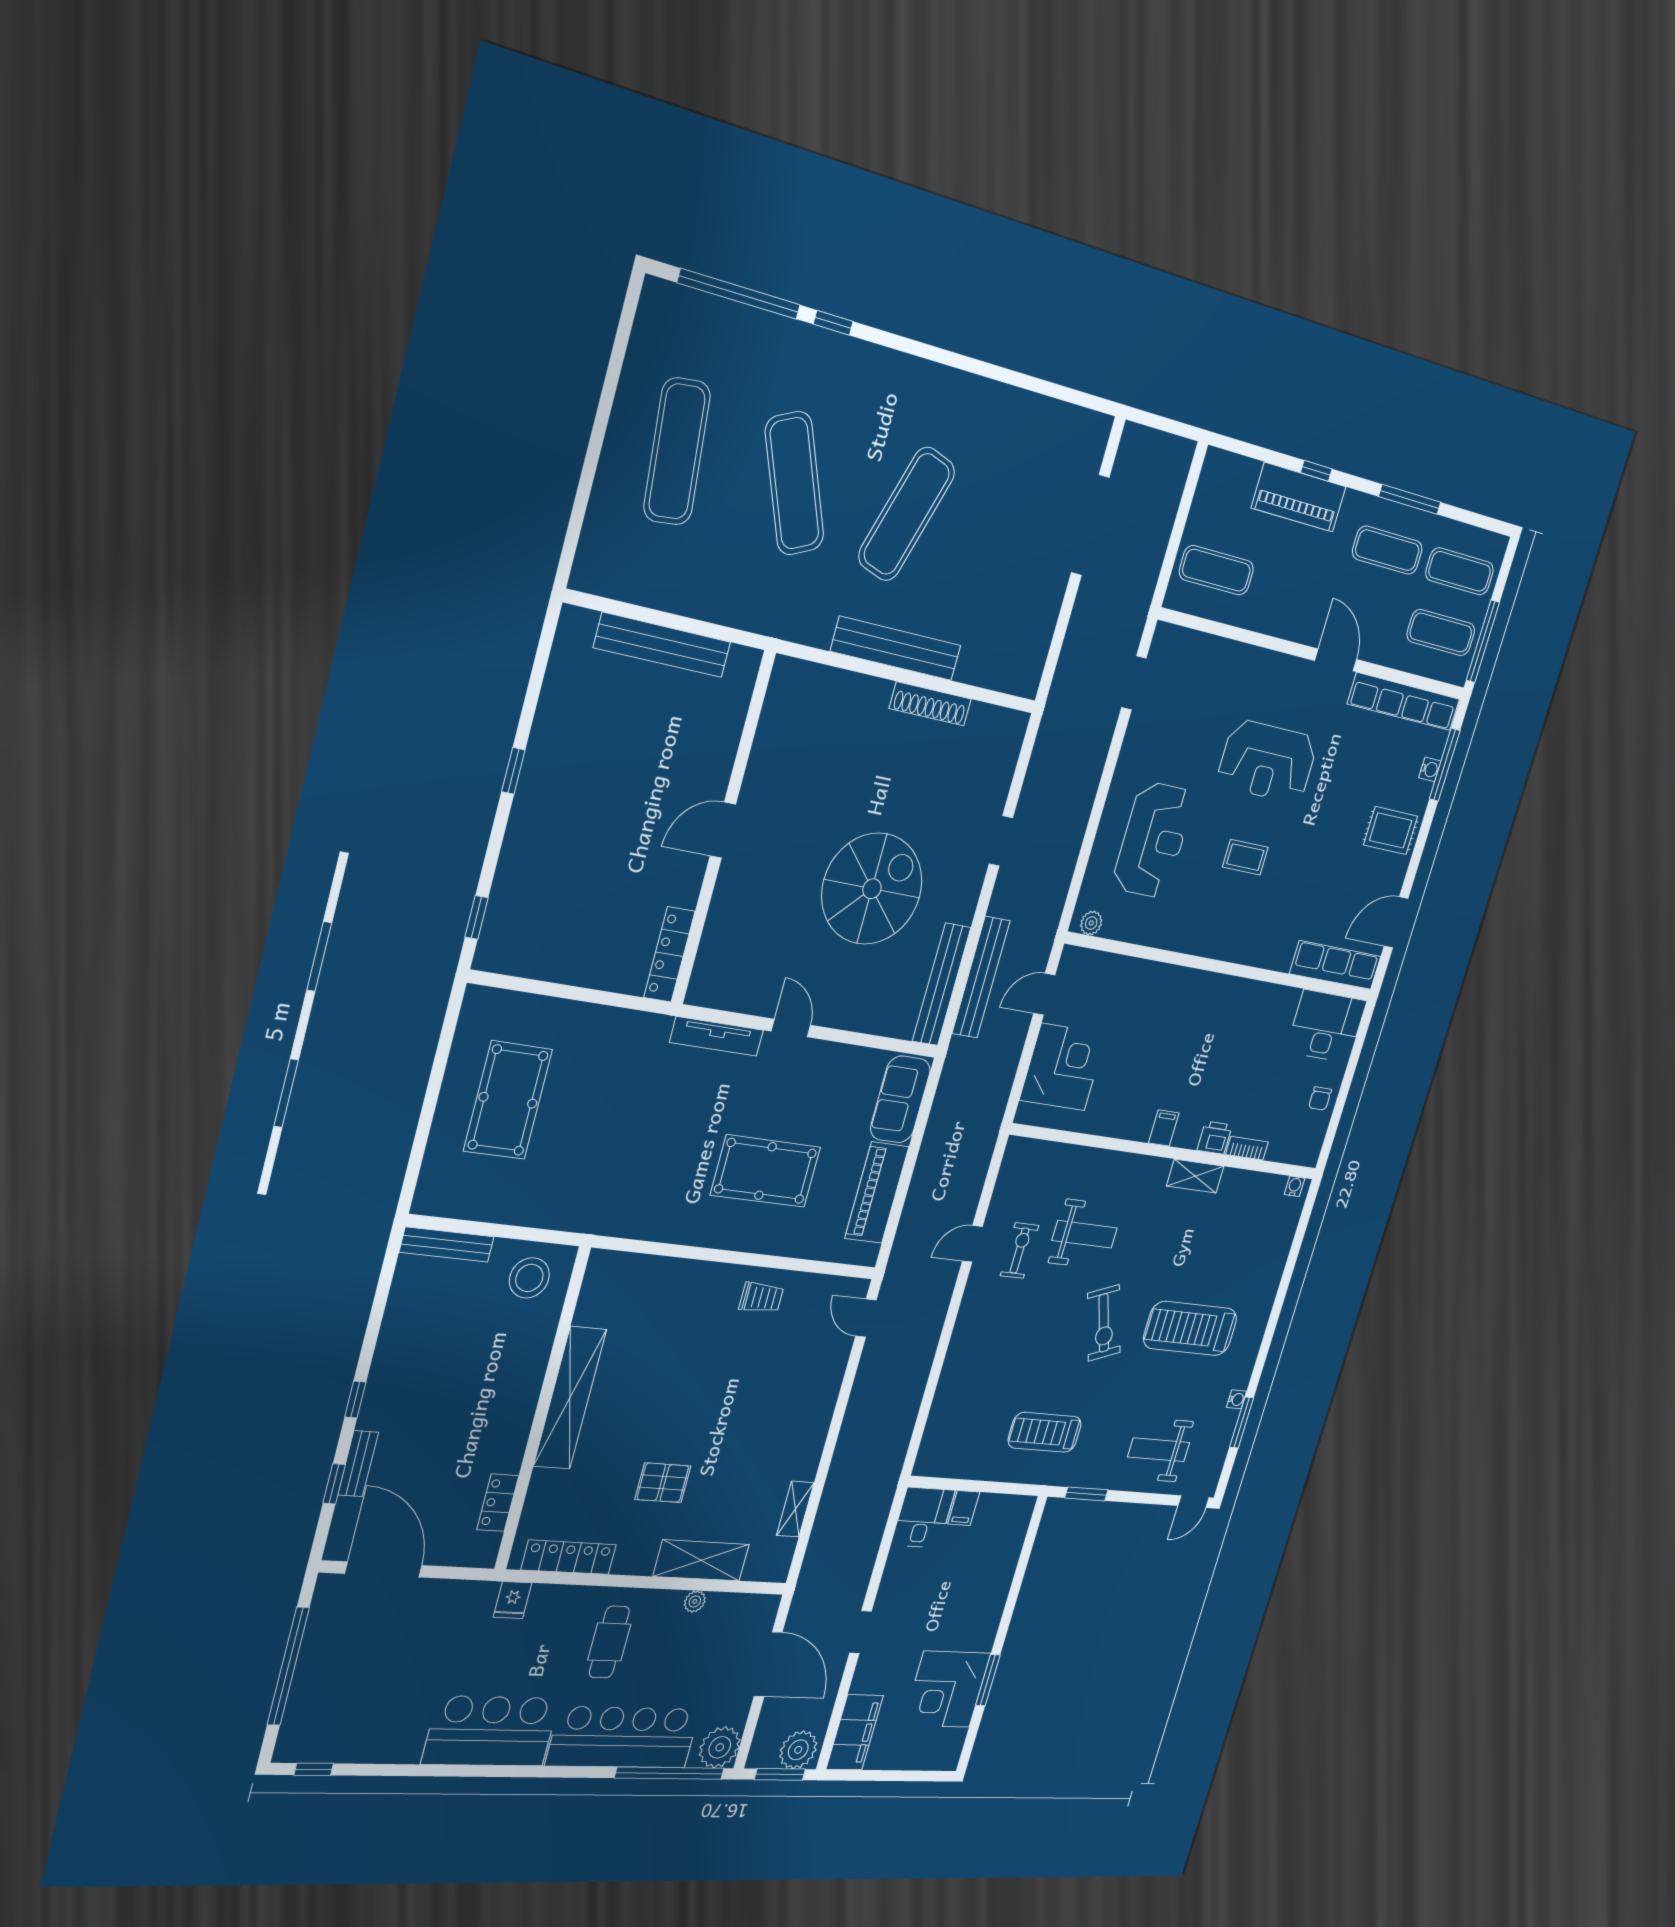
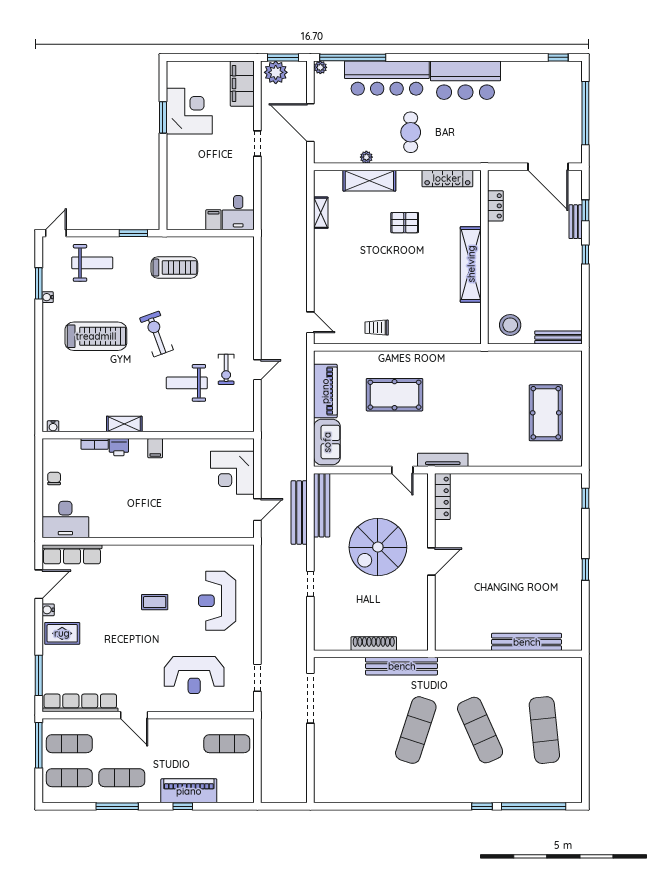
doorway: (1090, 525) -> (310, 698), moved
reception desk: (1267, 761) -> (194, 675), moved, turned 180
water cooler: (1430, 769) -> (48, 610), moved
wall: (723, 829) -> (431, 562), moved
door: (723, 830) -> (431, 561), moved
plant: (1091, 923) -> (241, 551), removed
locker: (669, 954) -> (442, 497), moved
fridge: (513, 1600) -> (473, 153), removed
plant: (720, 1747) -> (320, 67), width x0.53, depth x0.53

